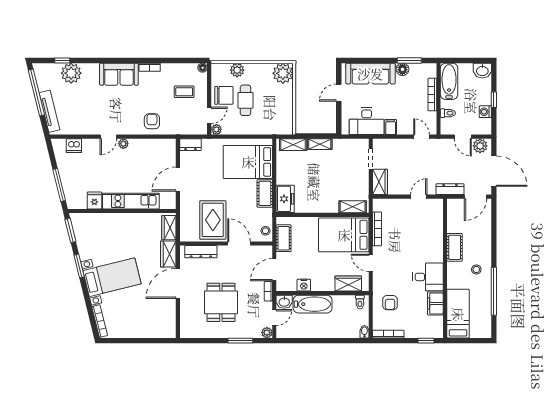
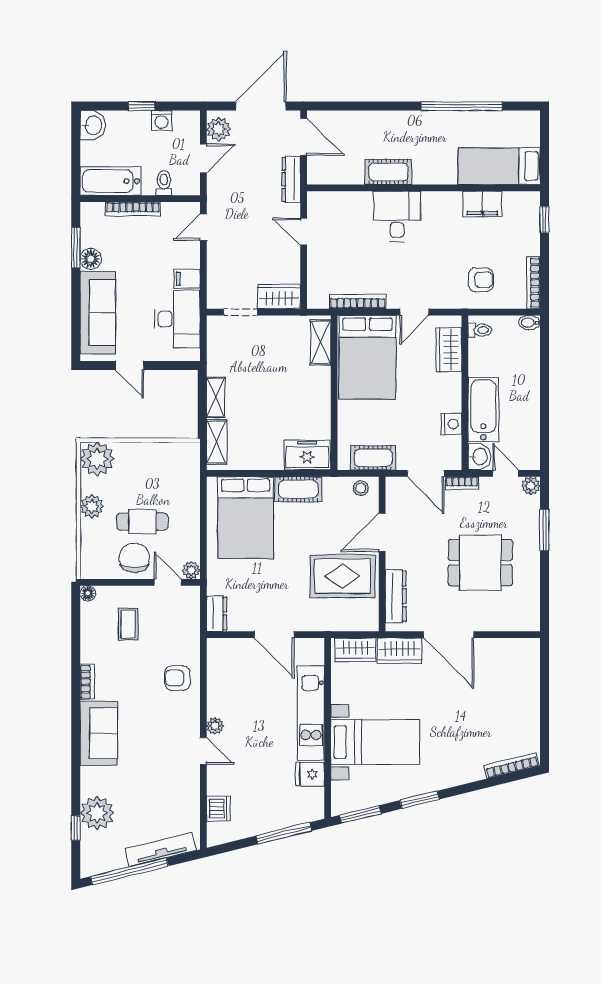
plant: (237, 70) -> (92, 506), moved
stool: (476, 270) -> (425, 135), removed
bed with nightstands: (112, 277) -> (375, 742), moved, turned 104
desk: (428, 277) -> (397, 216), moved

